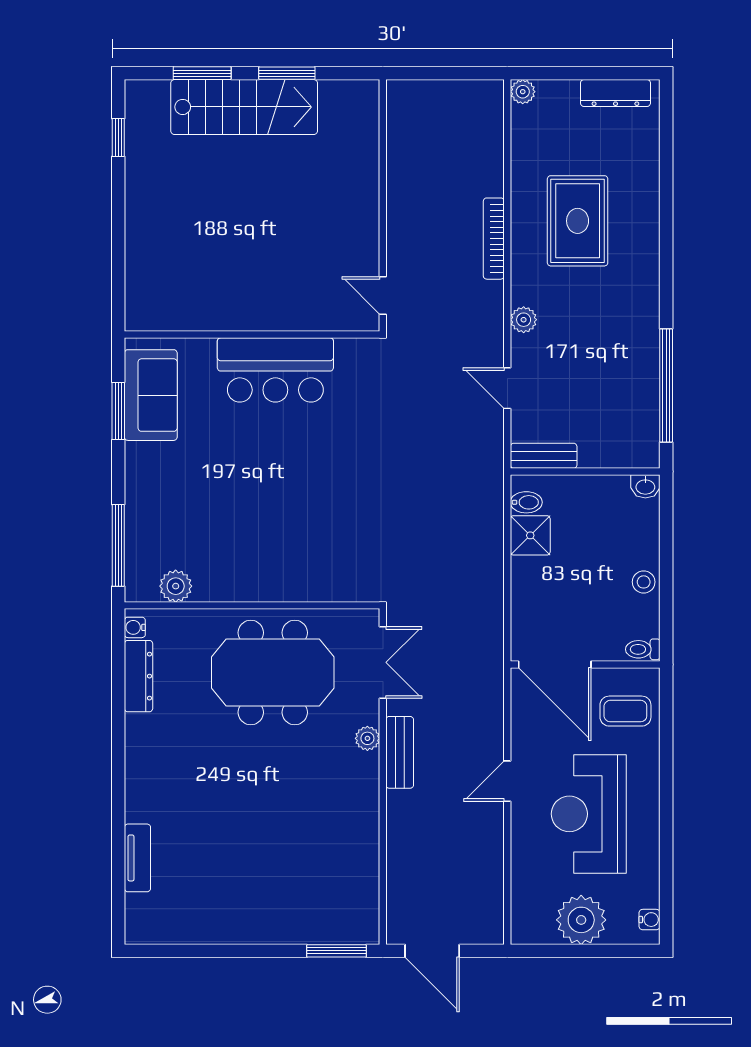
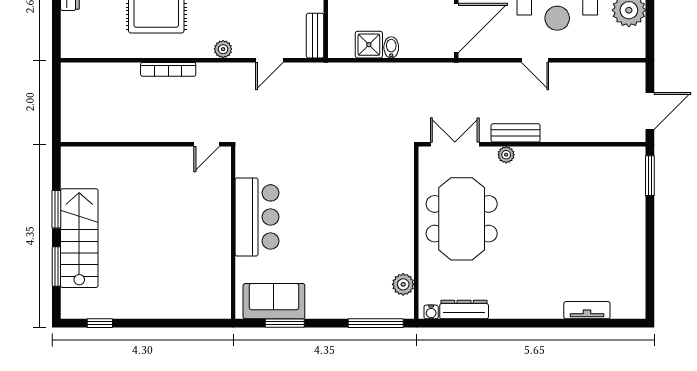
plant: (523, 92) -> (69, 50), removed
bidet: (526, 502) -> (391, 47), moved

